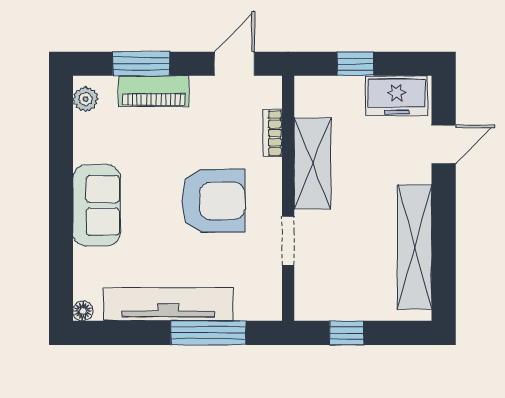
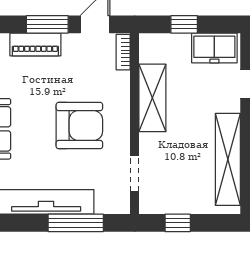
window: (141, 64) -> (47, 24), moved
bookcase: (273, 133) -> (123, 52), moved
doorway: (288, 241) -> (135, 173), moved

